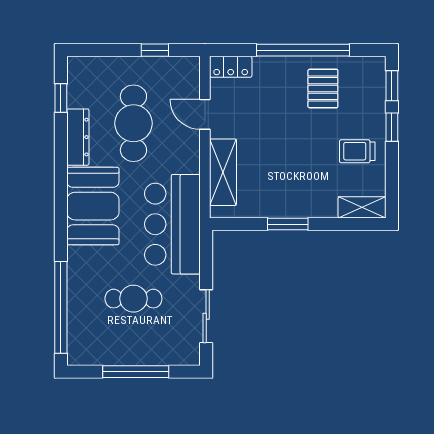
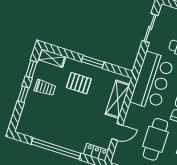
window: (392, 86) -> (31, 69), moved
pallet: (323, 89) -> (79, 83), moved, turned 90
door: (205, 114) -> (117, 132), hinge flipped

